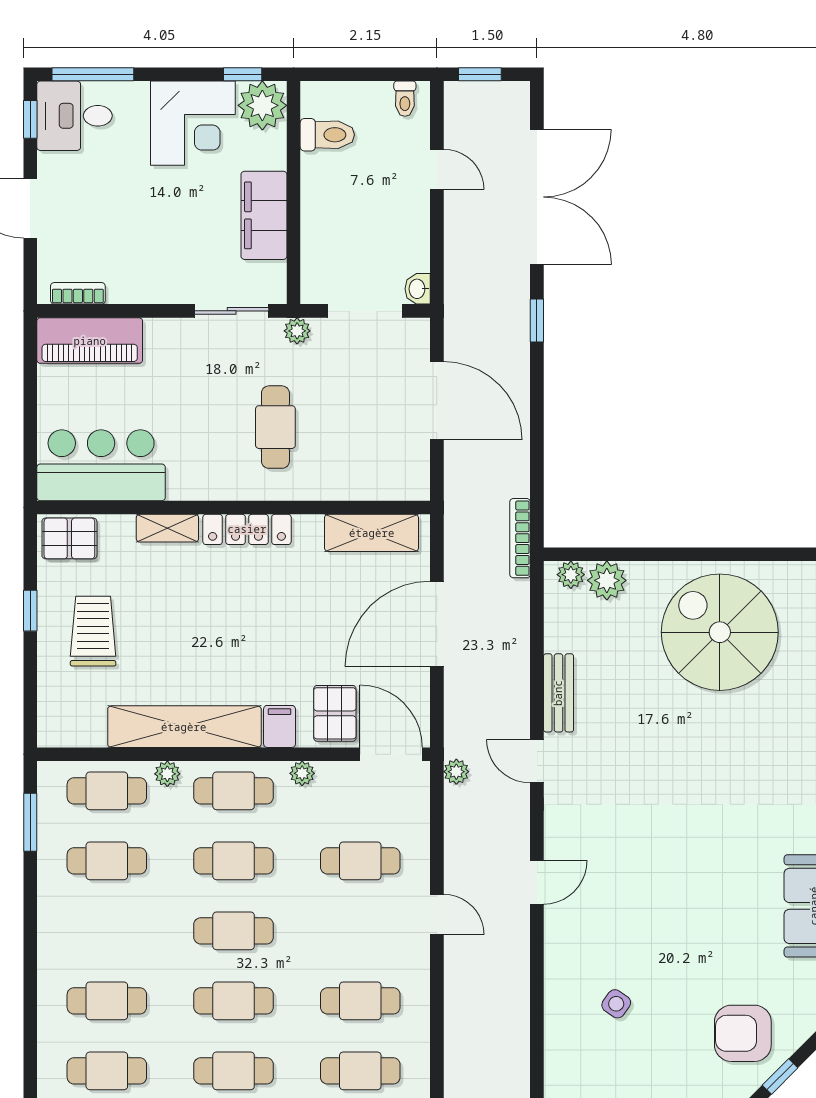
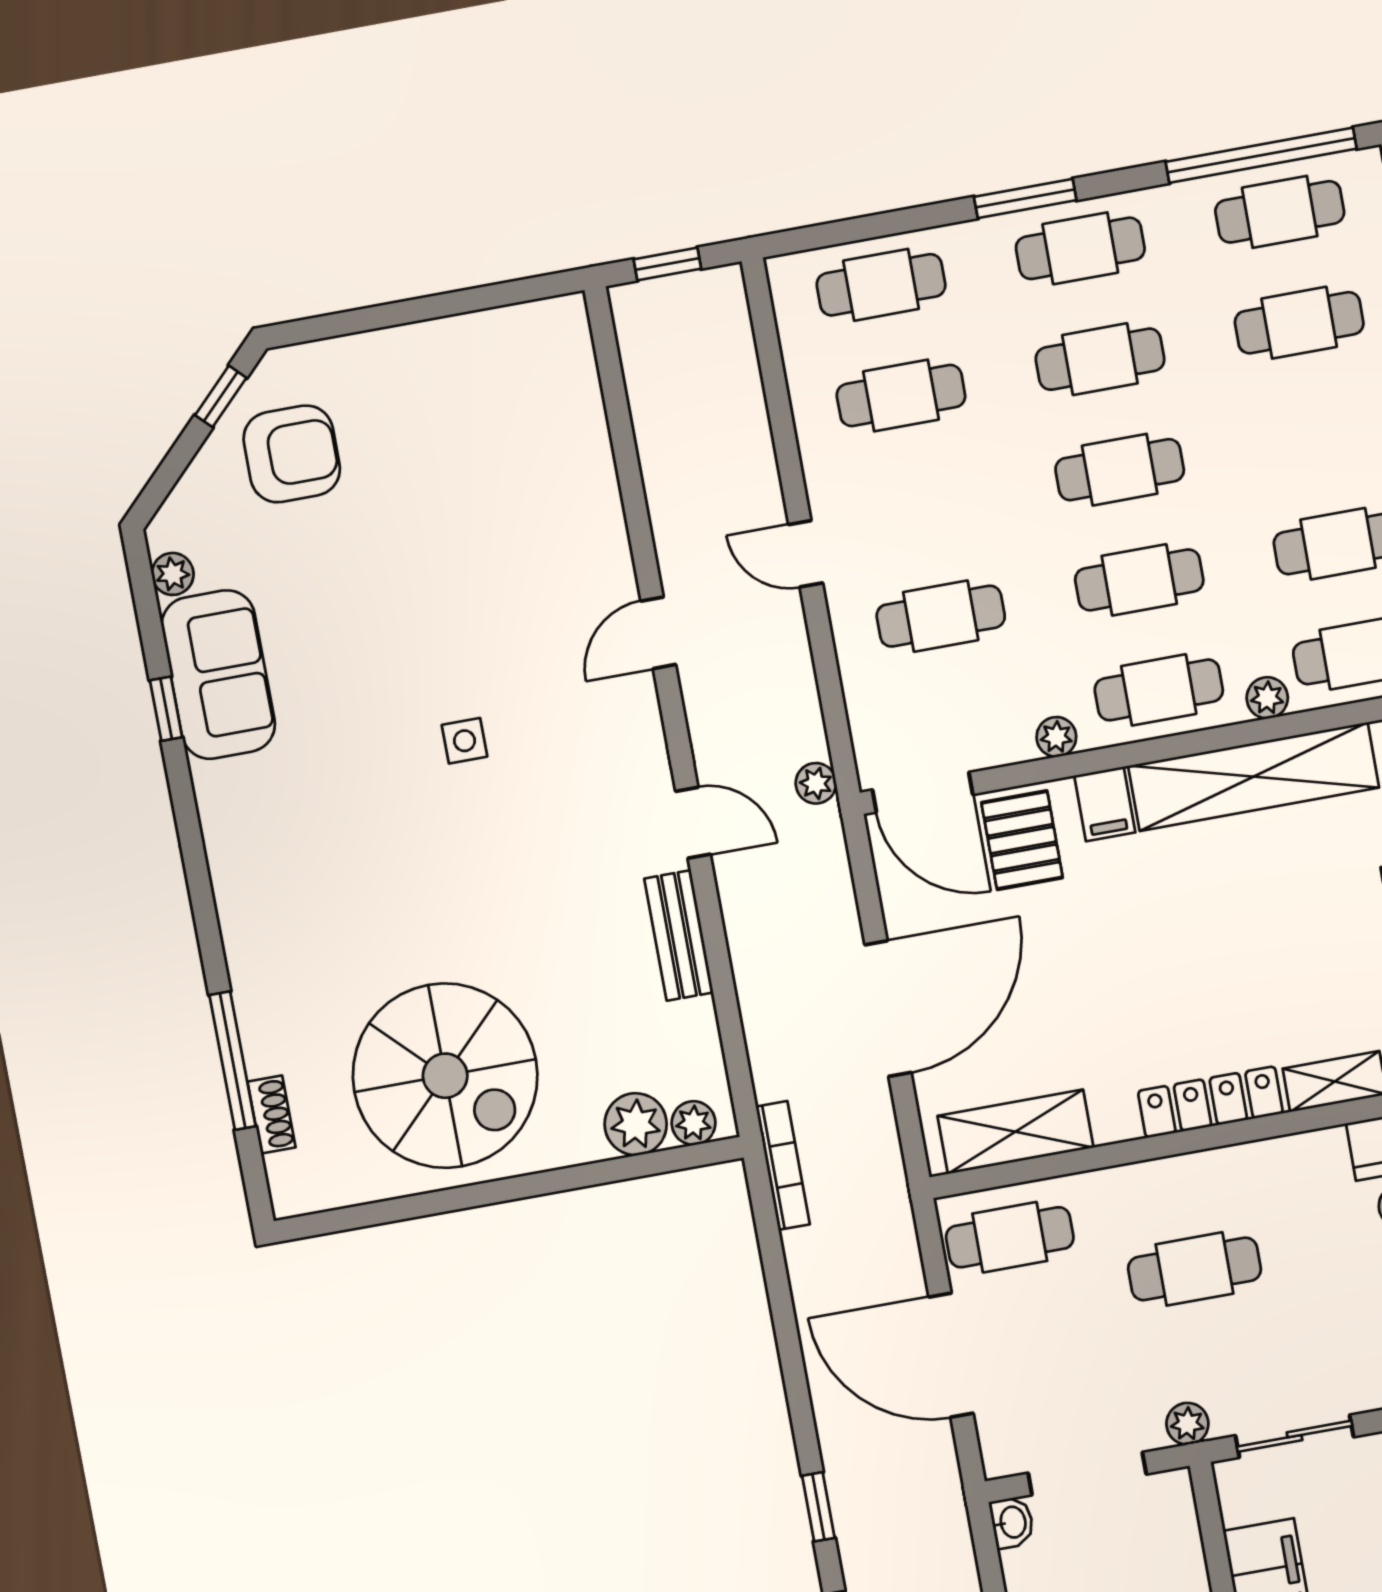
cafe table: (275, 427) -> (1195, 1269), turned 90
cafe table: (387, 468) -> (1010, 1237), added
side table: (616, 1004) -> (464, 741), moved, turned -35

